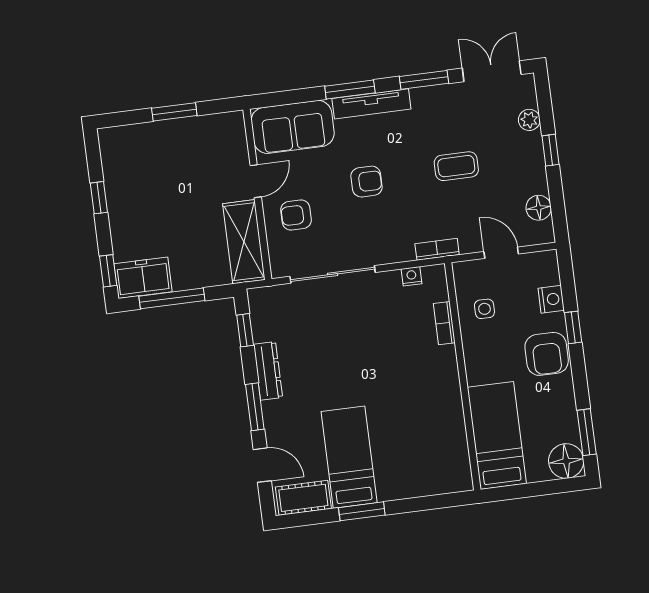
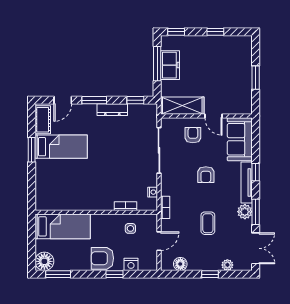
window: (350, 89) -> (256, 172), width x0.67
plant: (426, 100) -> (245, 212), added
freezer: (143, 278) -> (170, 65), moved

